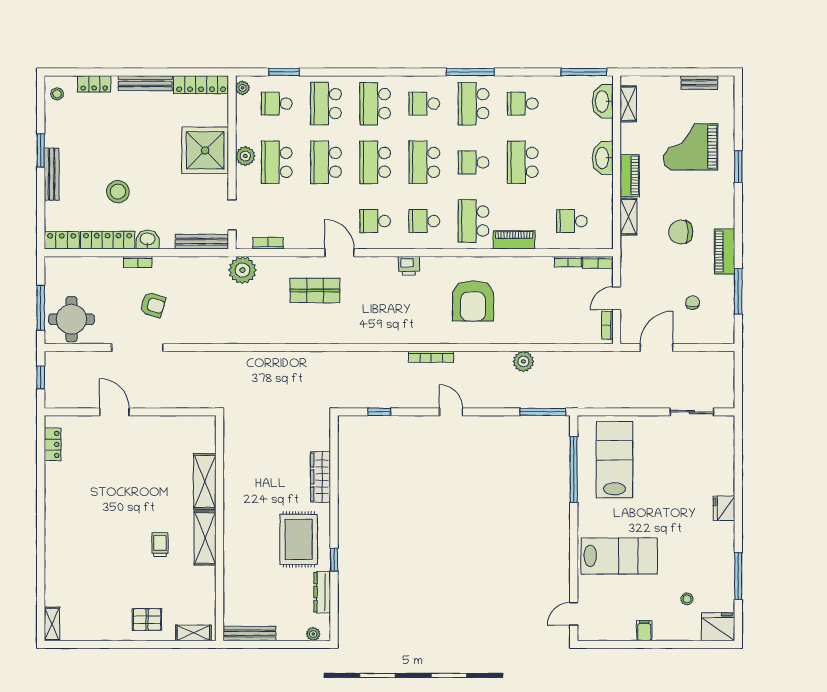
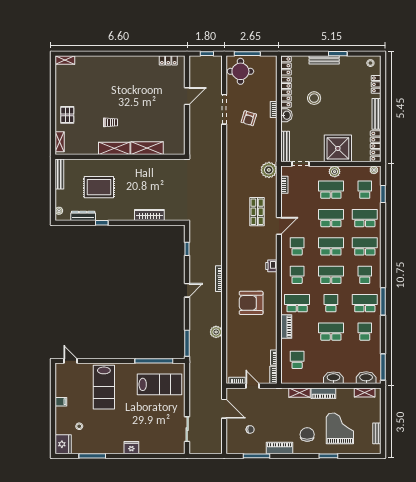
chair: (681, 232) -> (307, 435), moved
rug: (299, 539) -> (99, 187), moved

